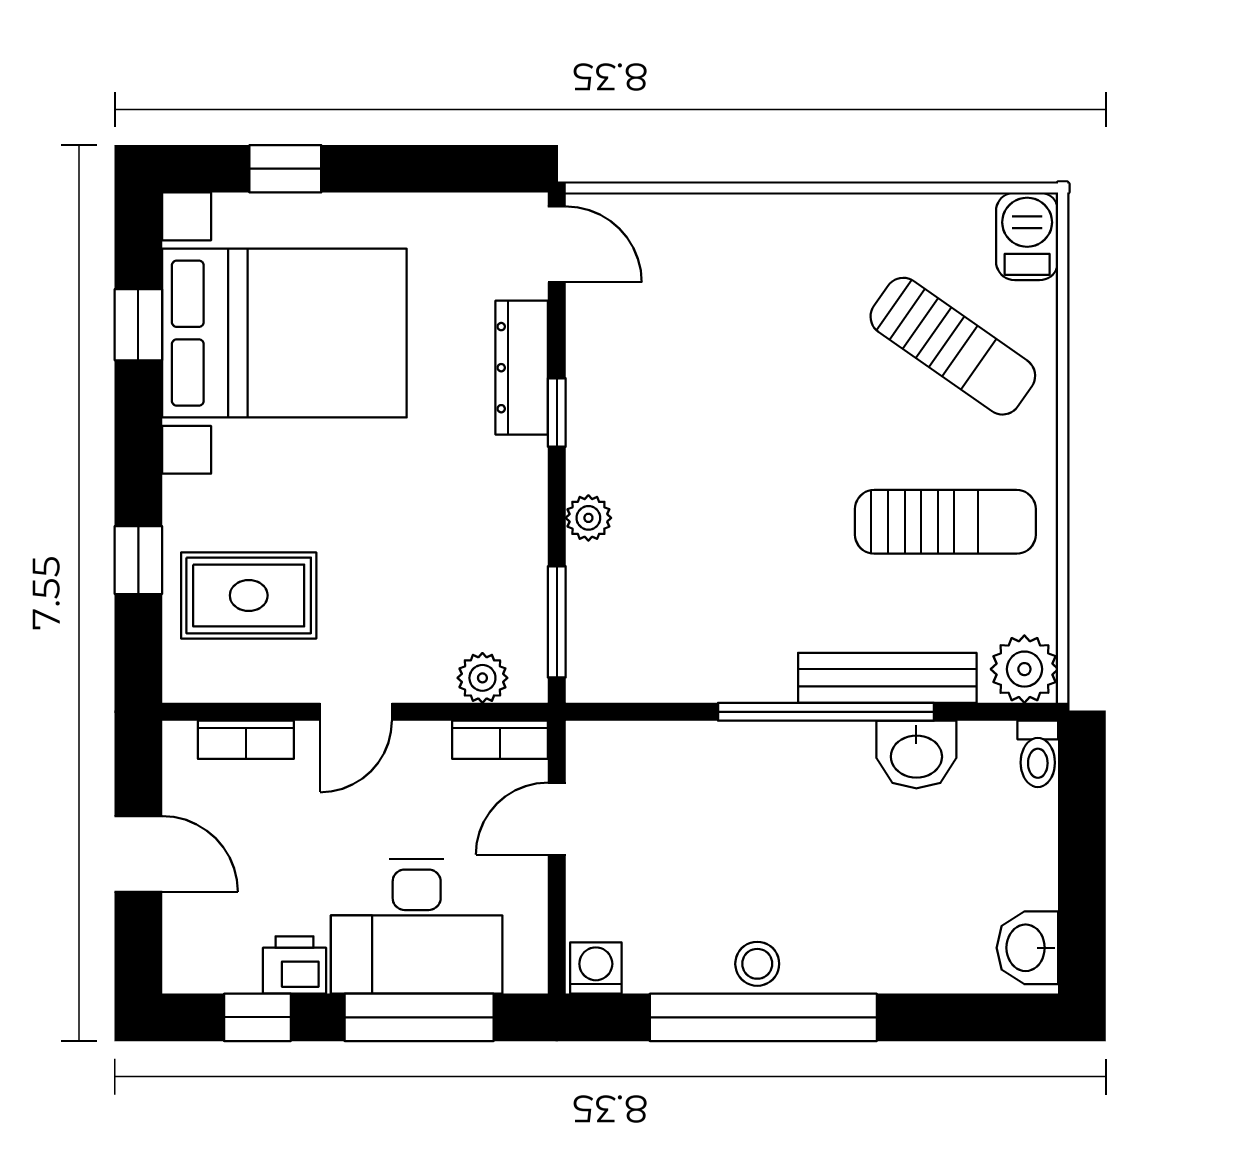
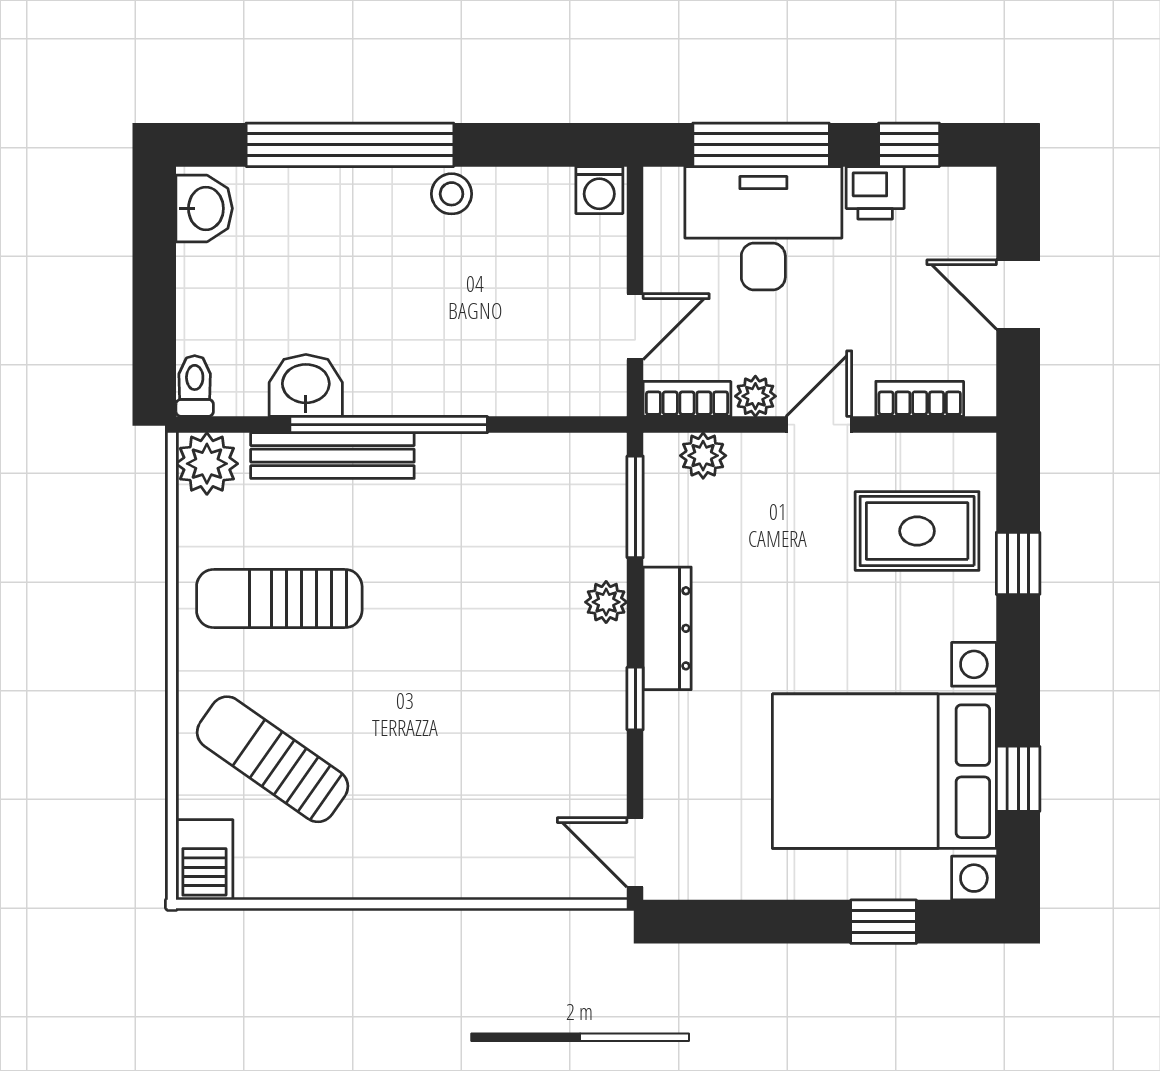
dresser: (522, 368) -> (667, 628), moved
plant: (425, 743) -> (755, 396), added
window: (763, 1017) -> (350, 145), moved

